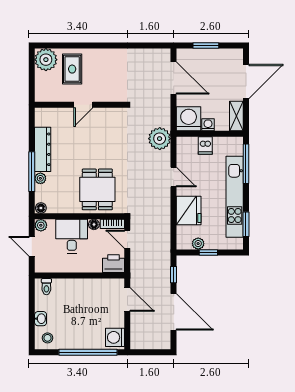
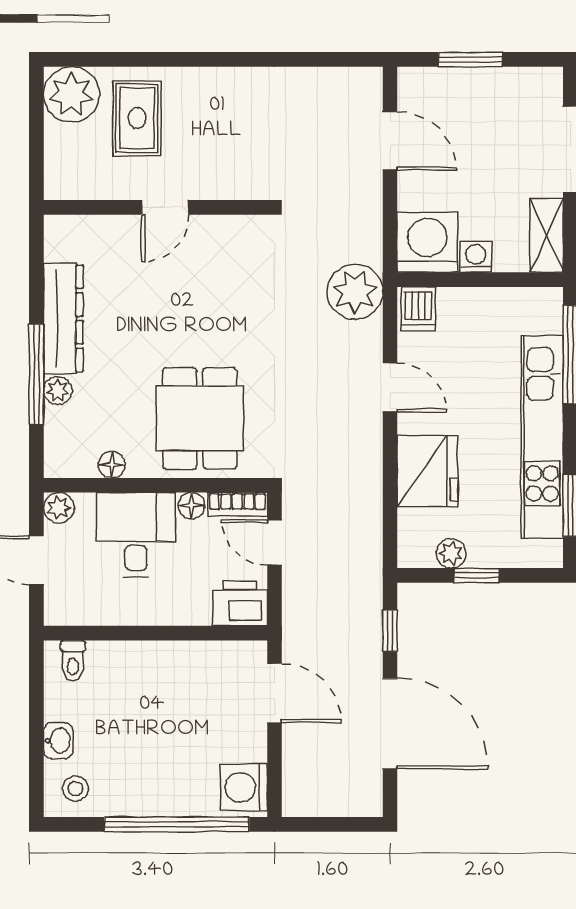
door: (174, 78) -> (390, 141), width x0.73
dishwasher: (205, 146) -> (418, 309), moved
floor lamp: (41, 208) -> (112, 465), moved

